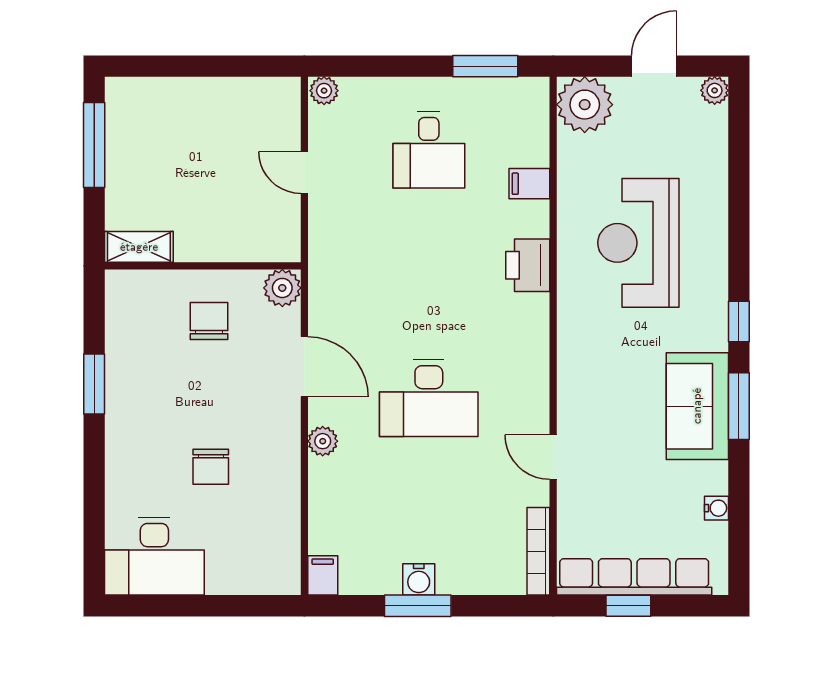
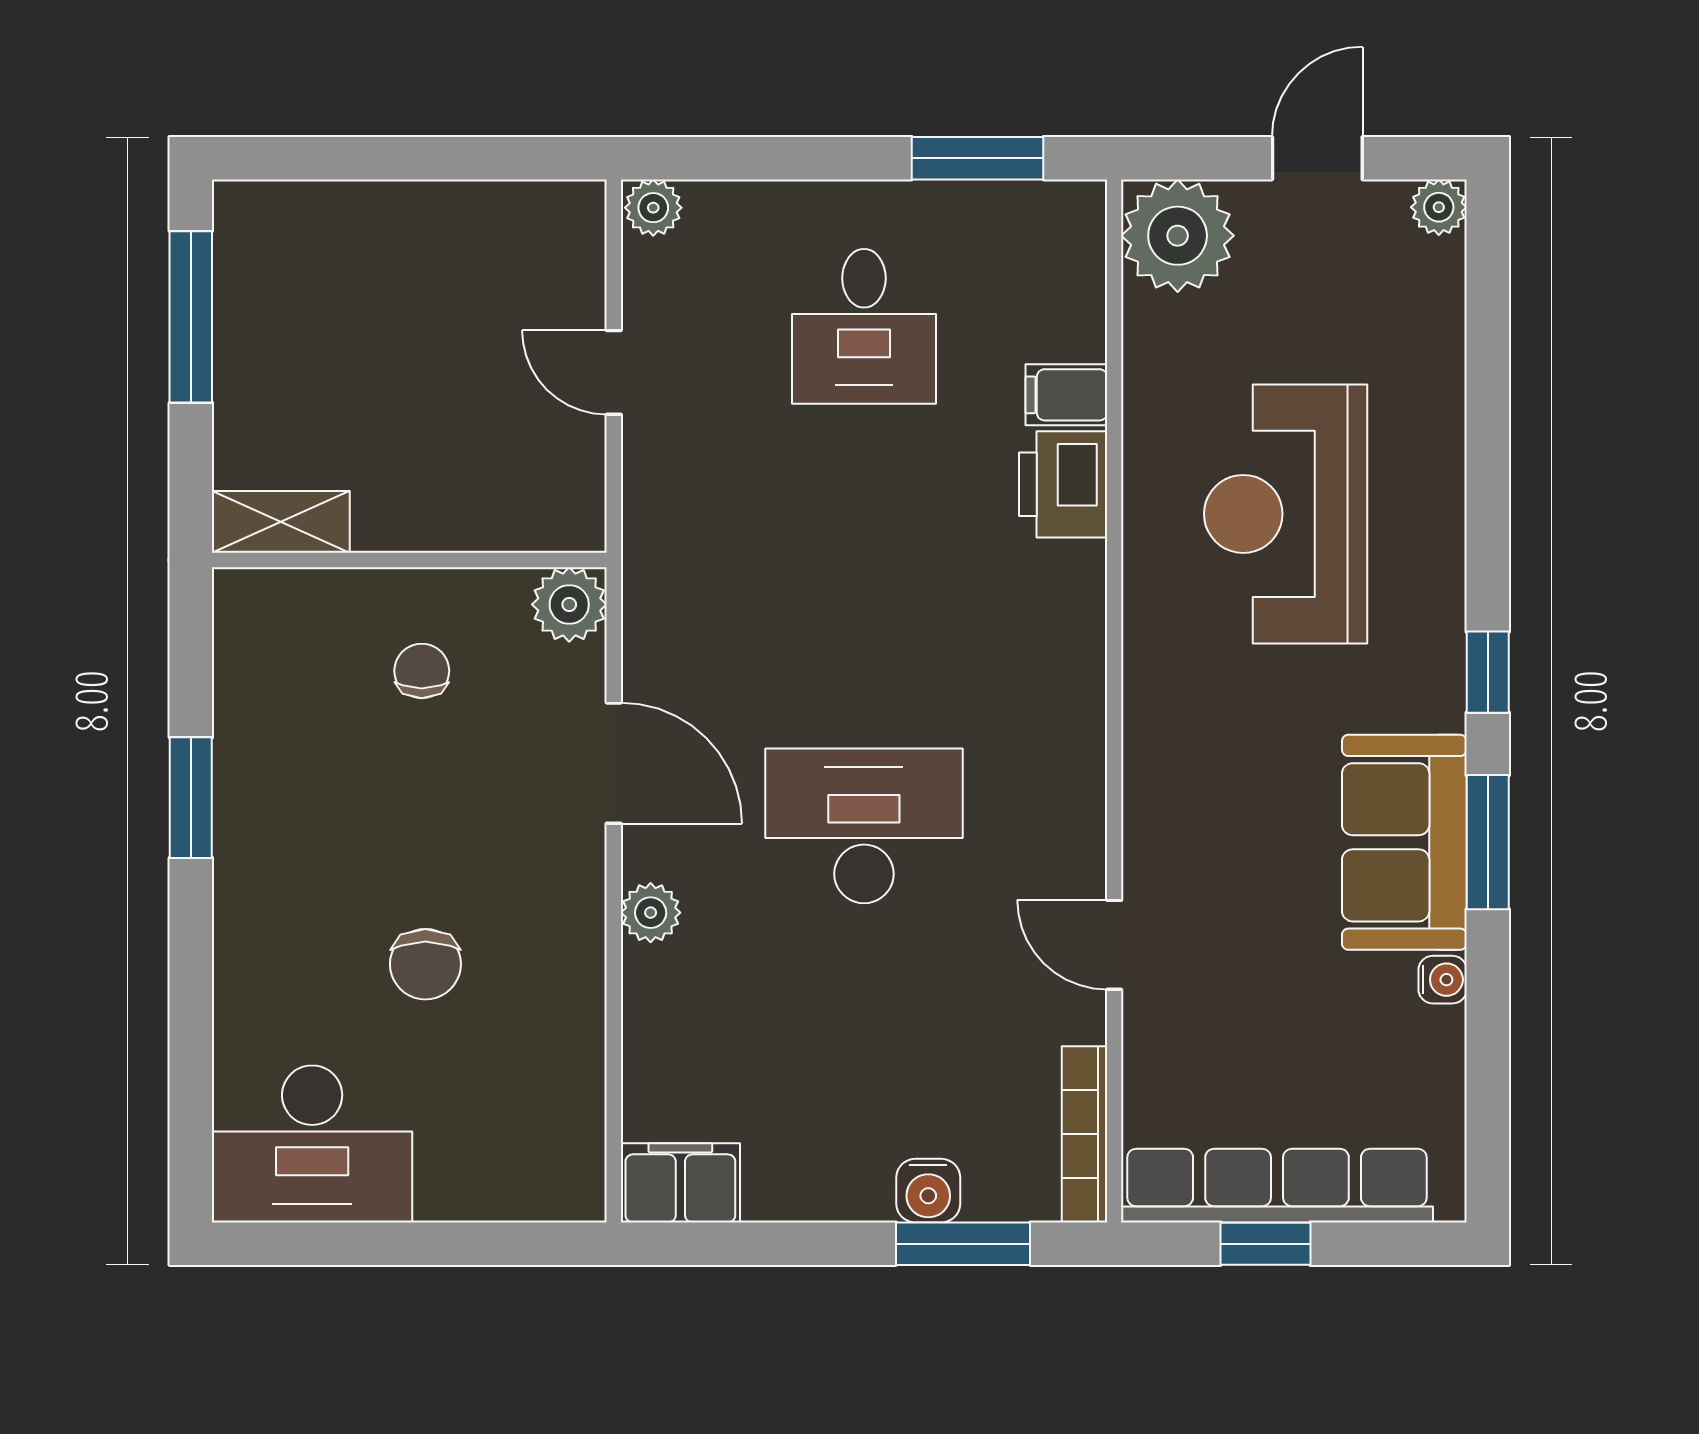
printer: (528, 265) -> (1063, 484), moved
chair: (209, 321) -> (422, 671), width x0.73, depth x0.73
desk: (429, 398) -> (864, 826), turned 180
water cooler: (716, 508) -> (1443, 980), moved
filing cabinet: (323, 575) -> (680, 1183), width x2.00
water cooler: (419, 579) -> (928, 1191), moved
window: (418, 606) -> (963, 1244), moved

